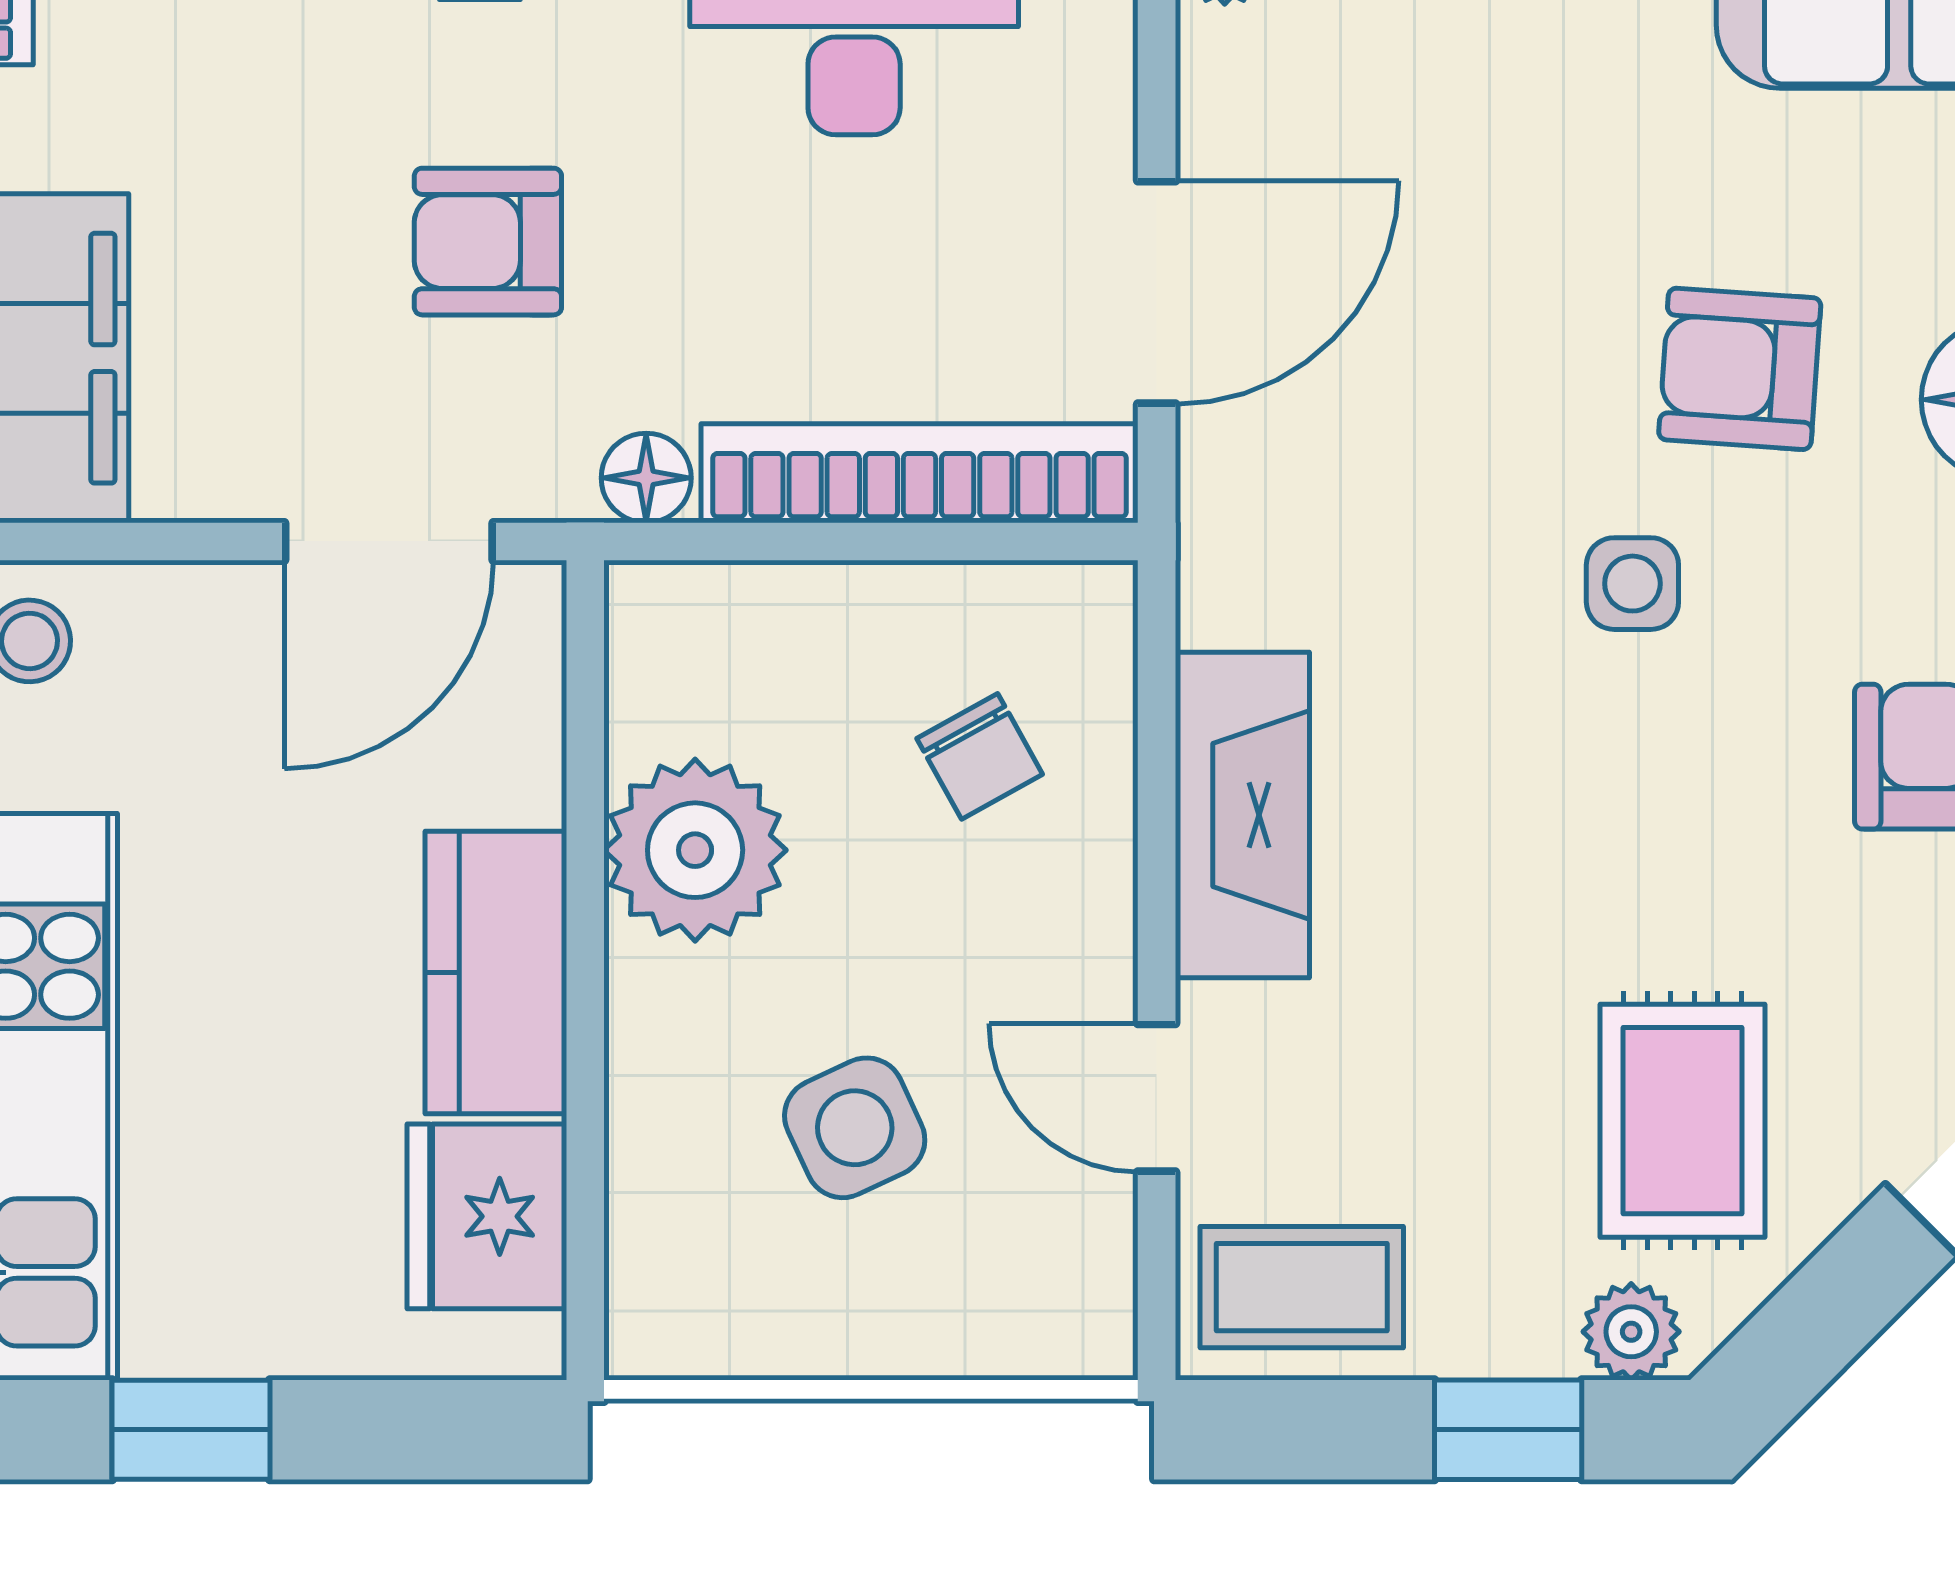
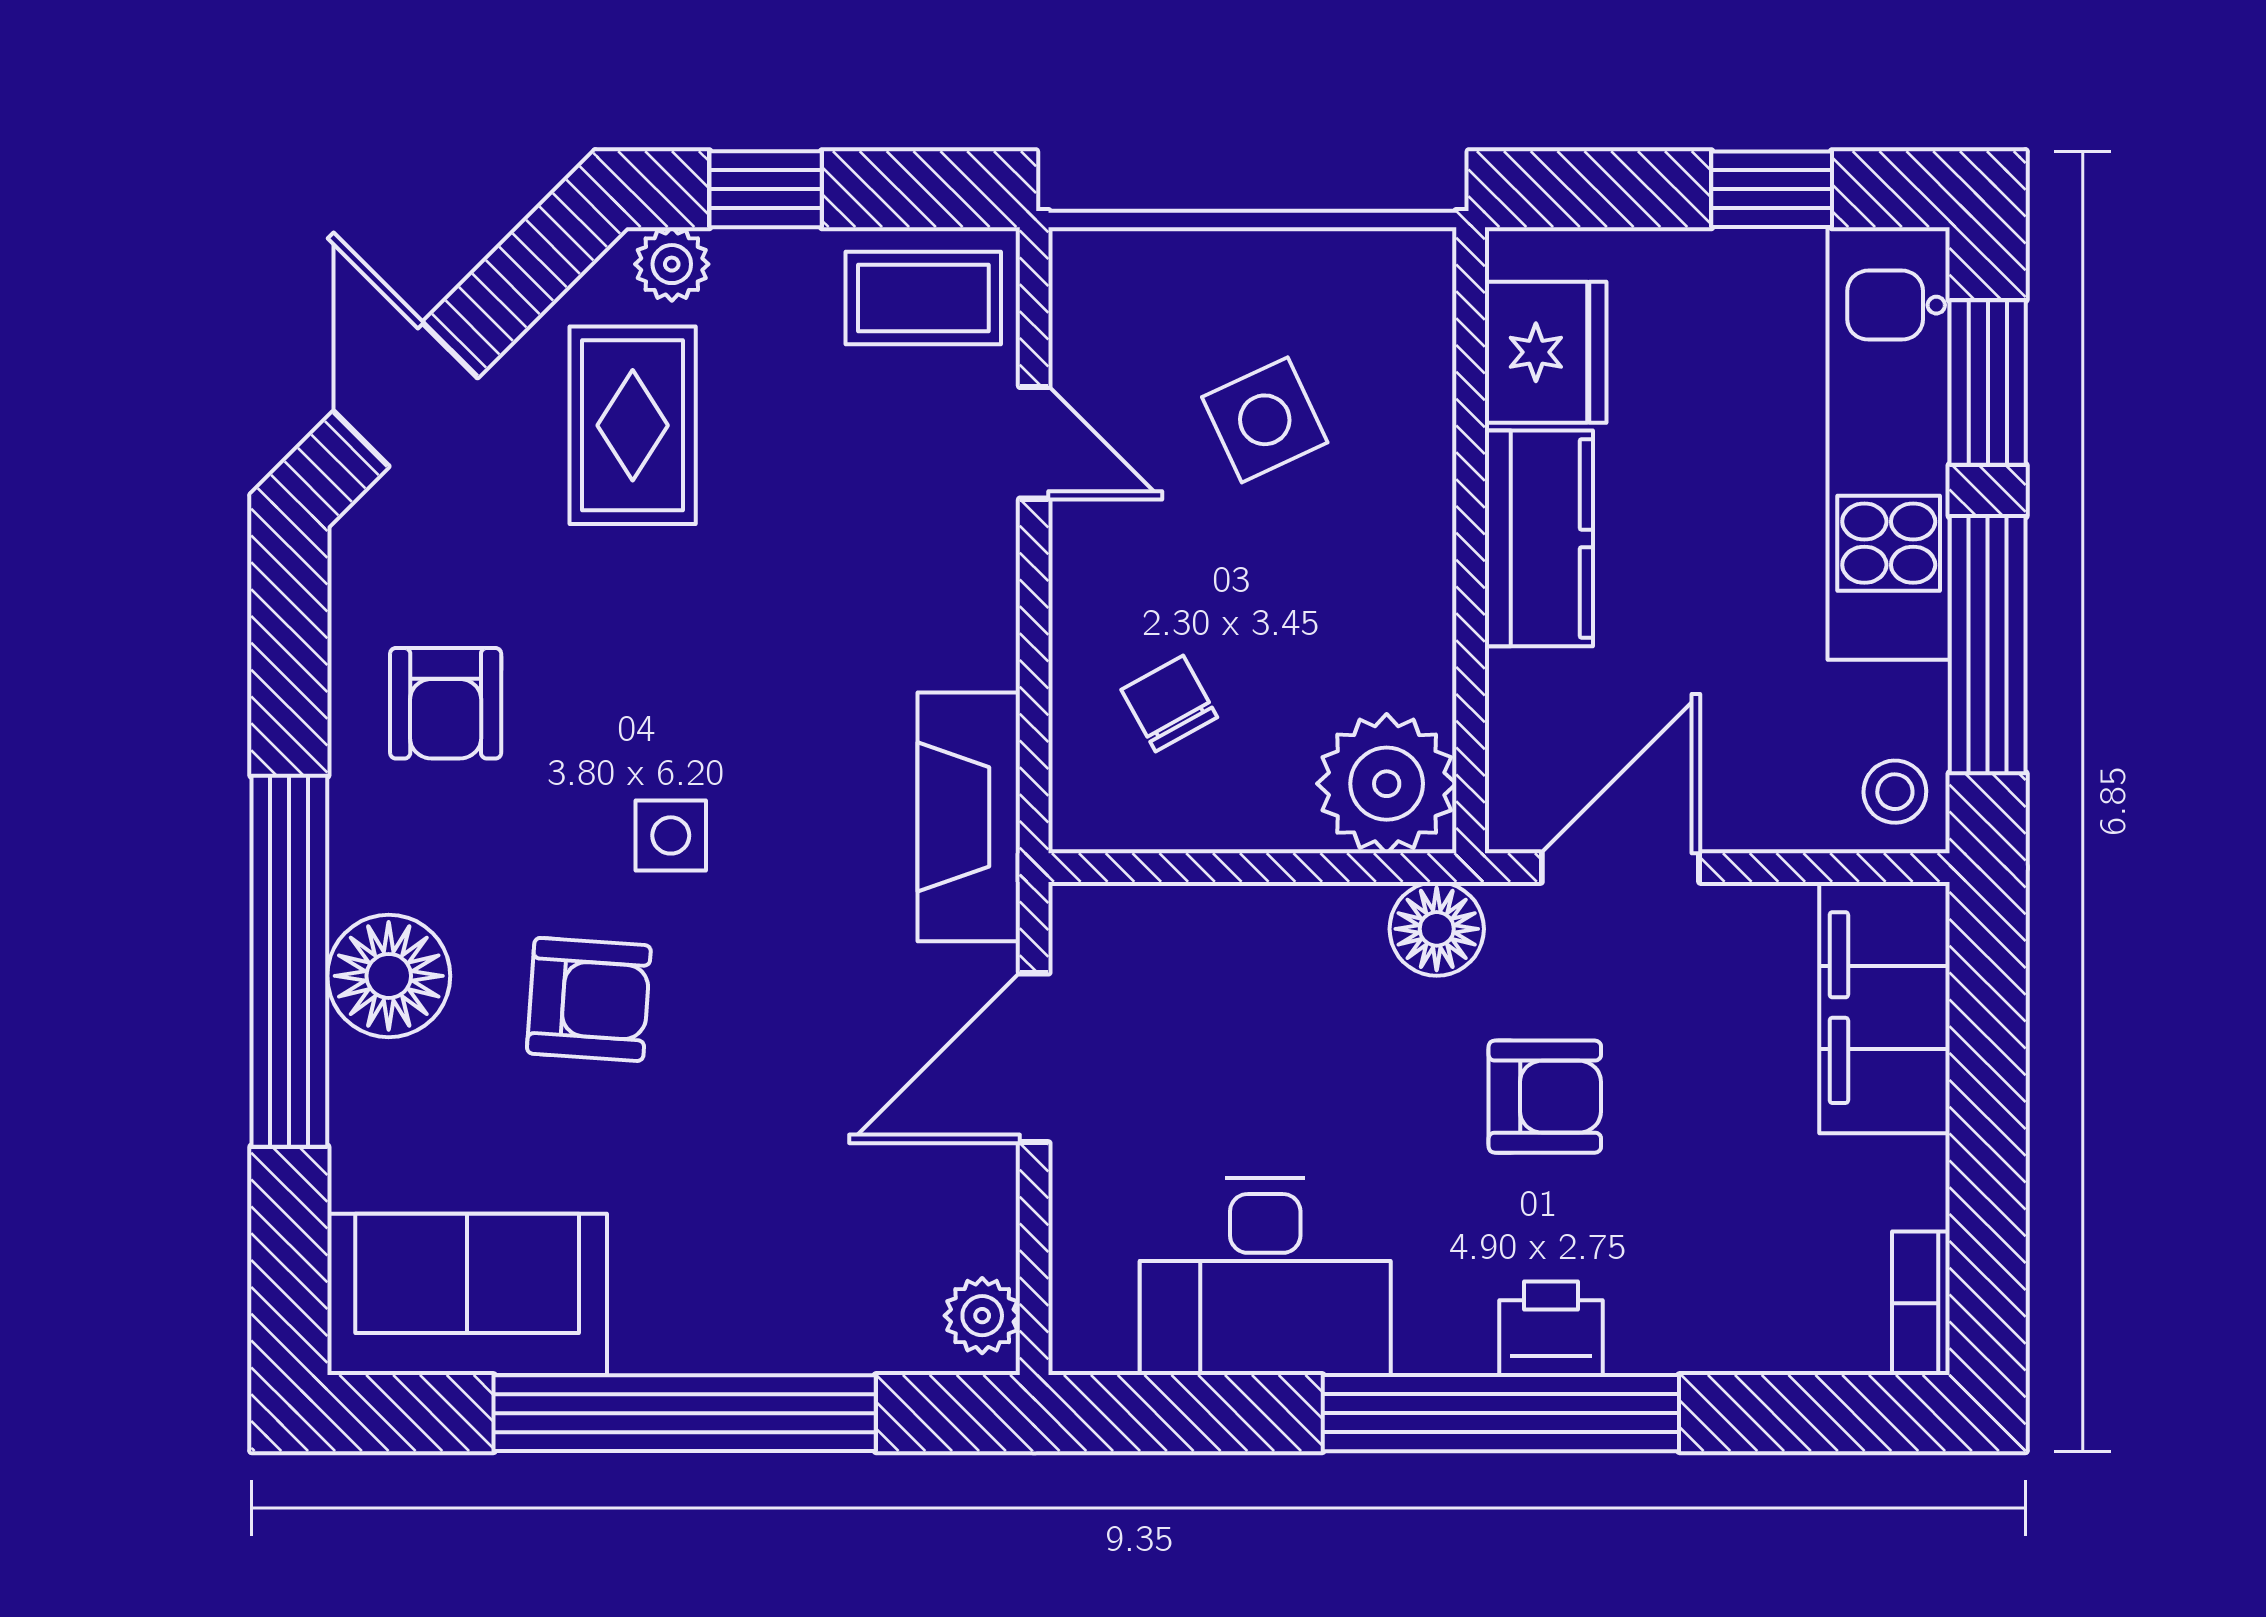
bookcase: (920, 473) -> (1215, 920), removed
floor lamp: (646, 478) -> (1437, 929), width x1.37, depth x1.37
fireplace: (1242, 815) -> (969, 817), moved
plant: (695, 850) -> (1387, 784), moved

